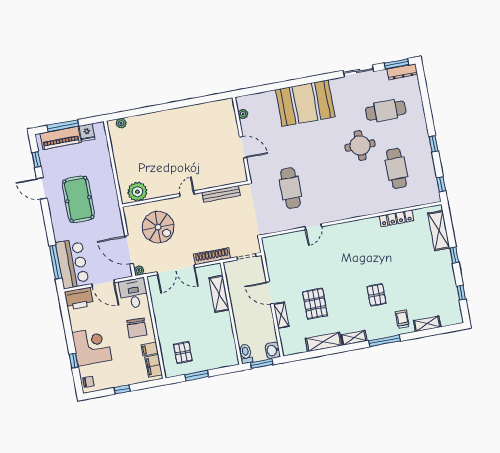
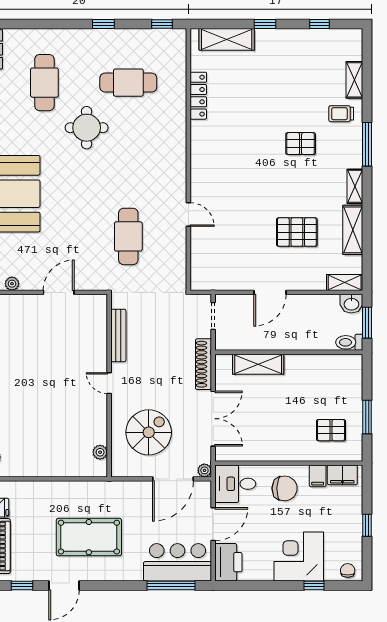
cafe table: (290, 188) -> (128, 236), turned 90
plant: (137, 192) -> (100, 452), width x0.53, depth x0.53
shelving: (281, 315) -> (345, 283), moved

